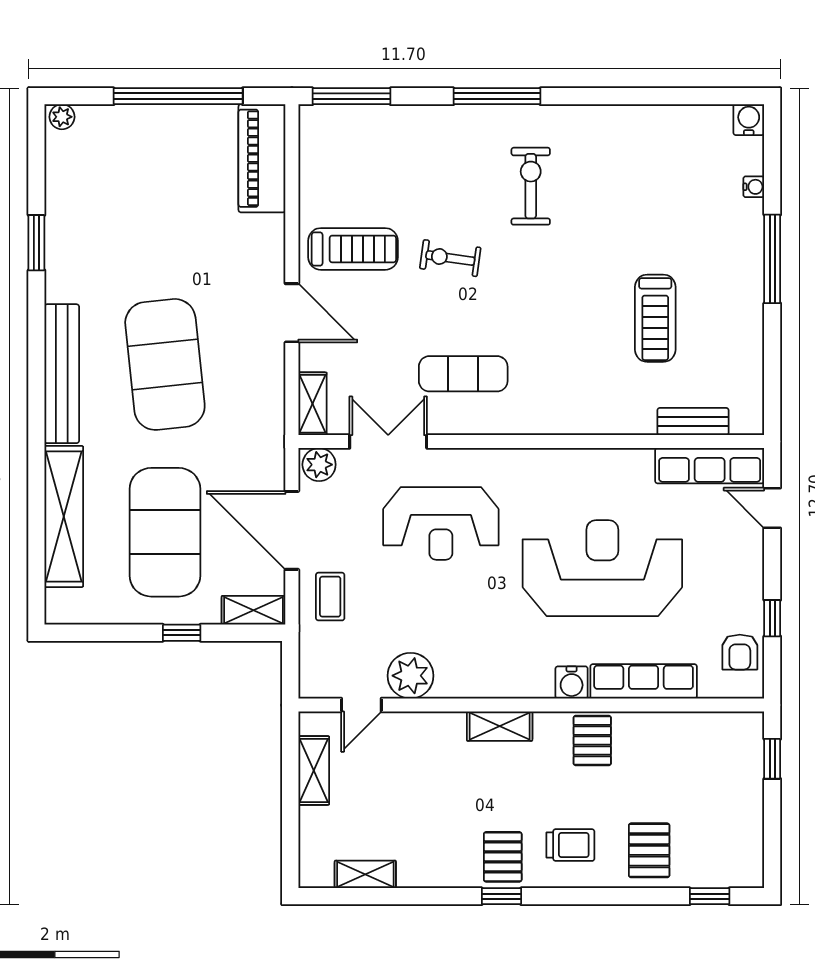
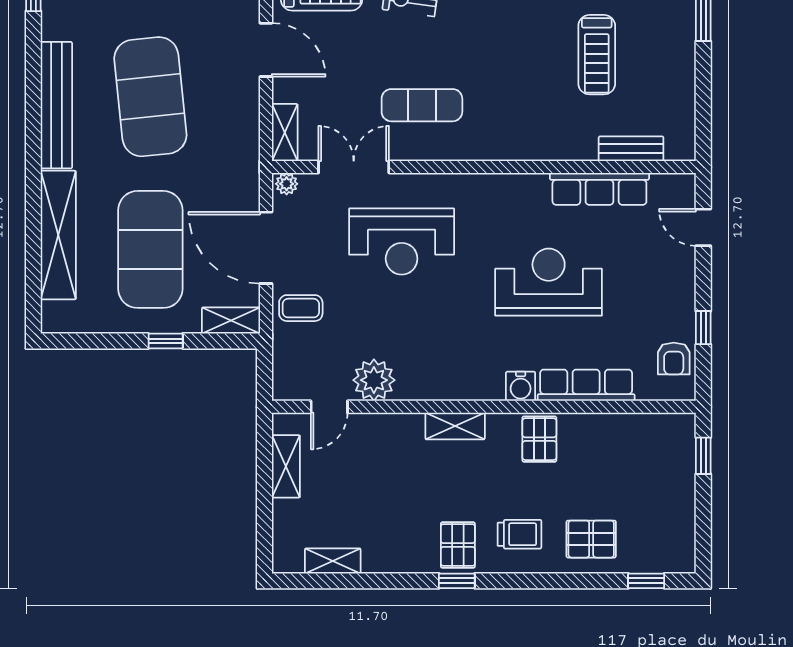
plant: (319, 465) -> (287, 184), width x0.73, depth x0.73
row of seats: (710, 466) -> (599, 189), moved
reception desk: (602, 568) -> (549, 282), width x0.74, depth x0.77
coffee table: (330, 597) -> (301, 308), turned 90
pallet: (649, 850) -> (591, 539), turned 90

